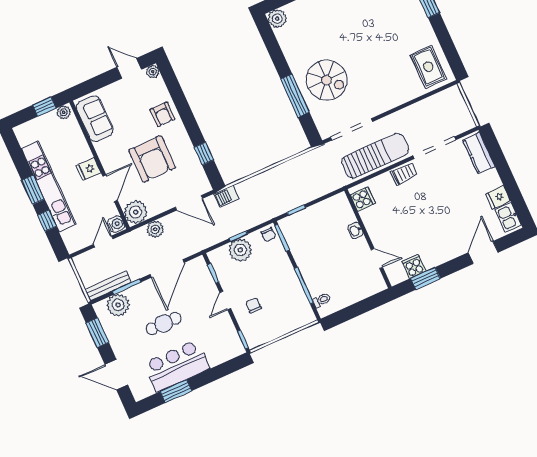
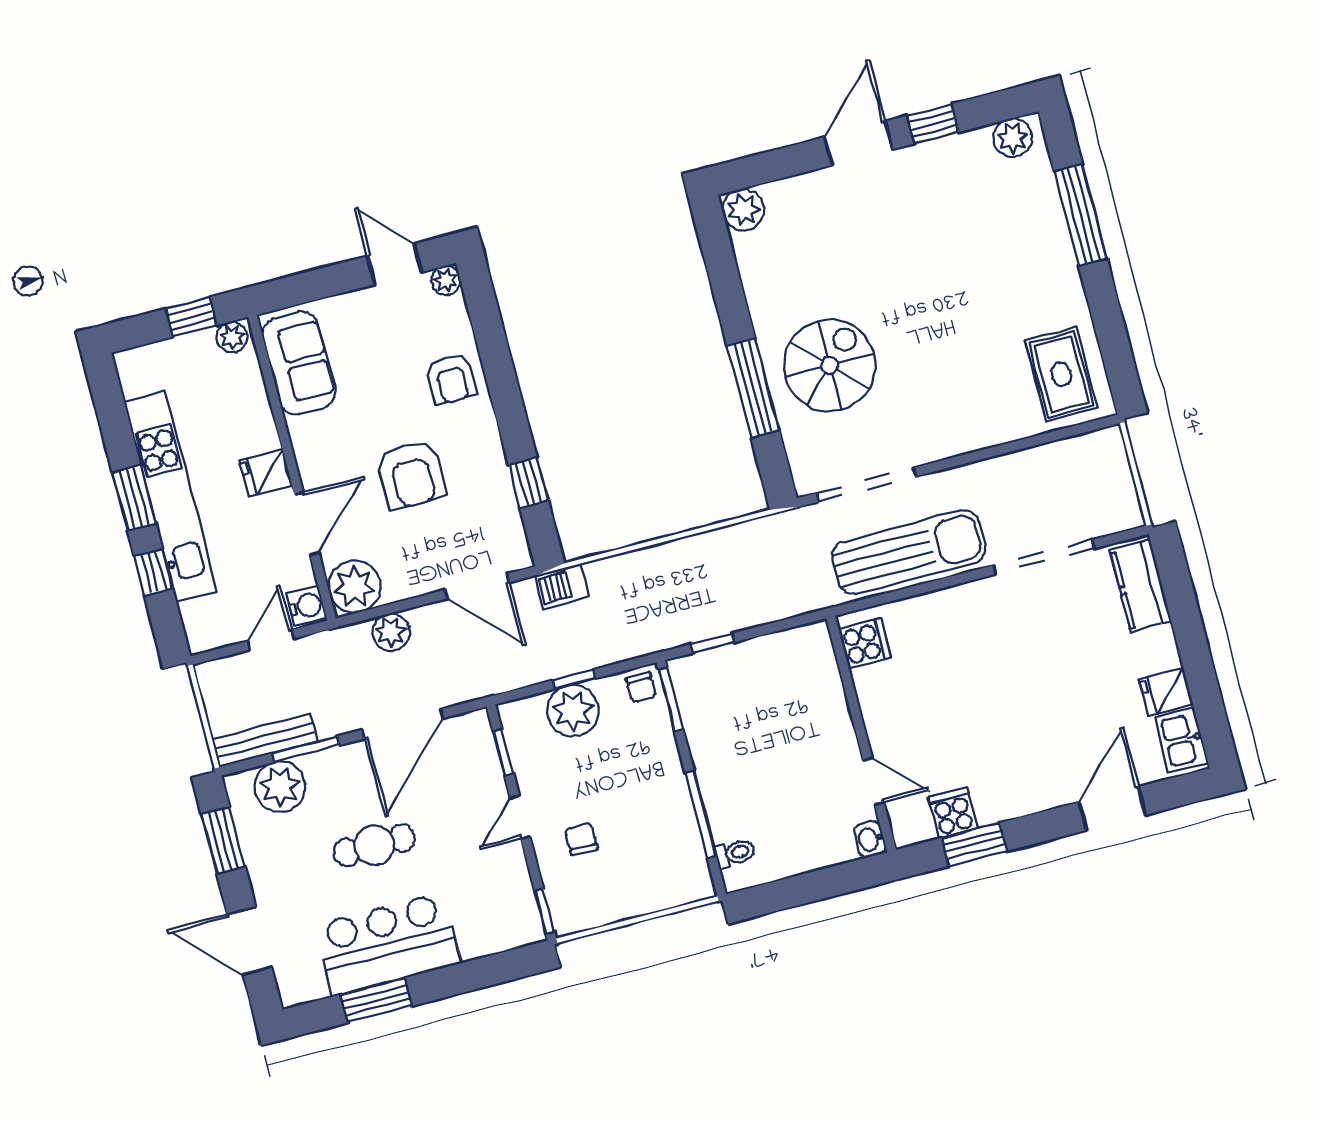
spiral stairs: (327, 80) -> (830, 365), turned -90
armchair: (152, 159) -> (411, 474), width x0.73, depth x0.73
trolley: (404, 174) -> (966, 604), removed
washbasin: (355, 231) -> (870, 839), moved

